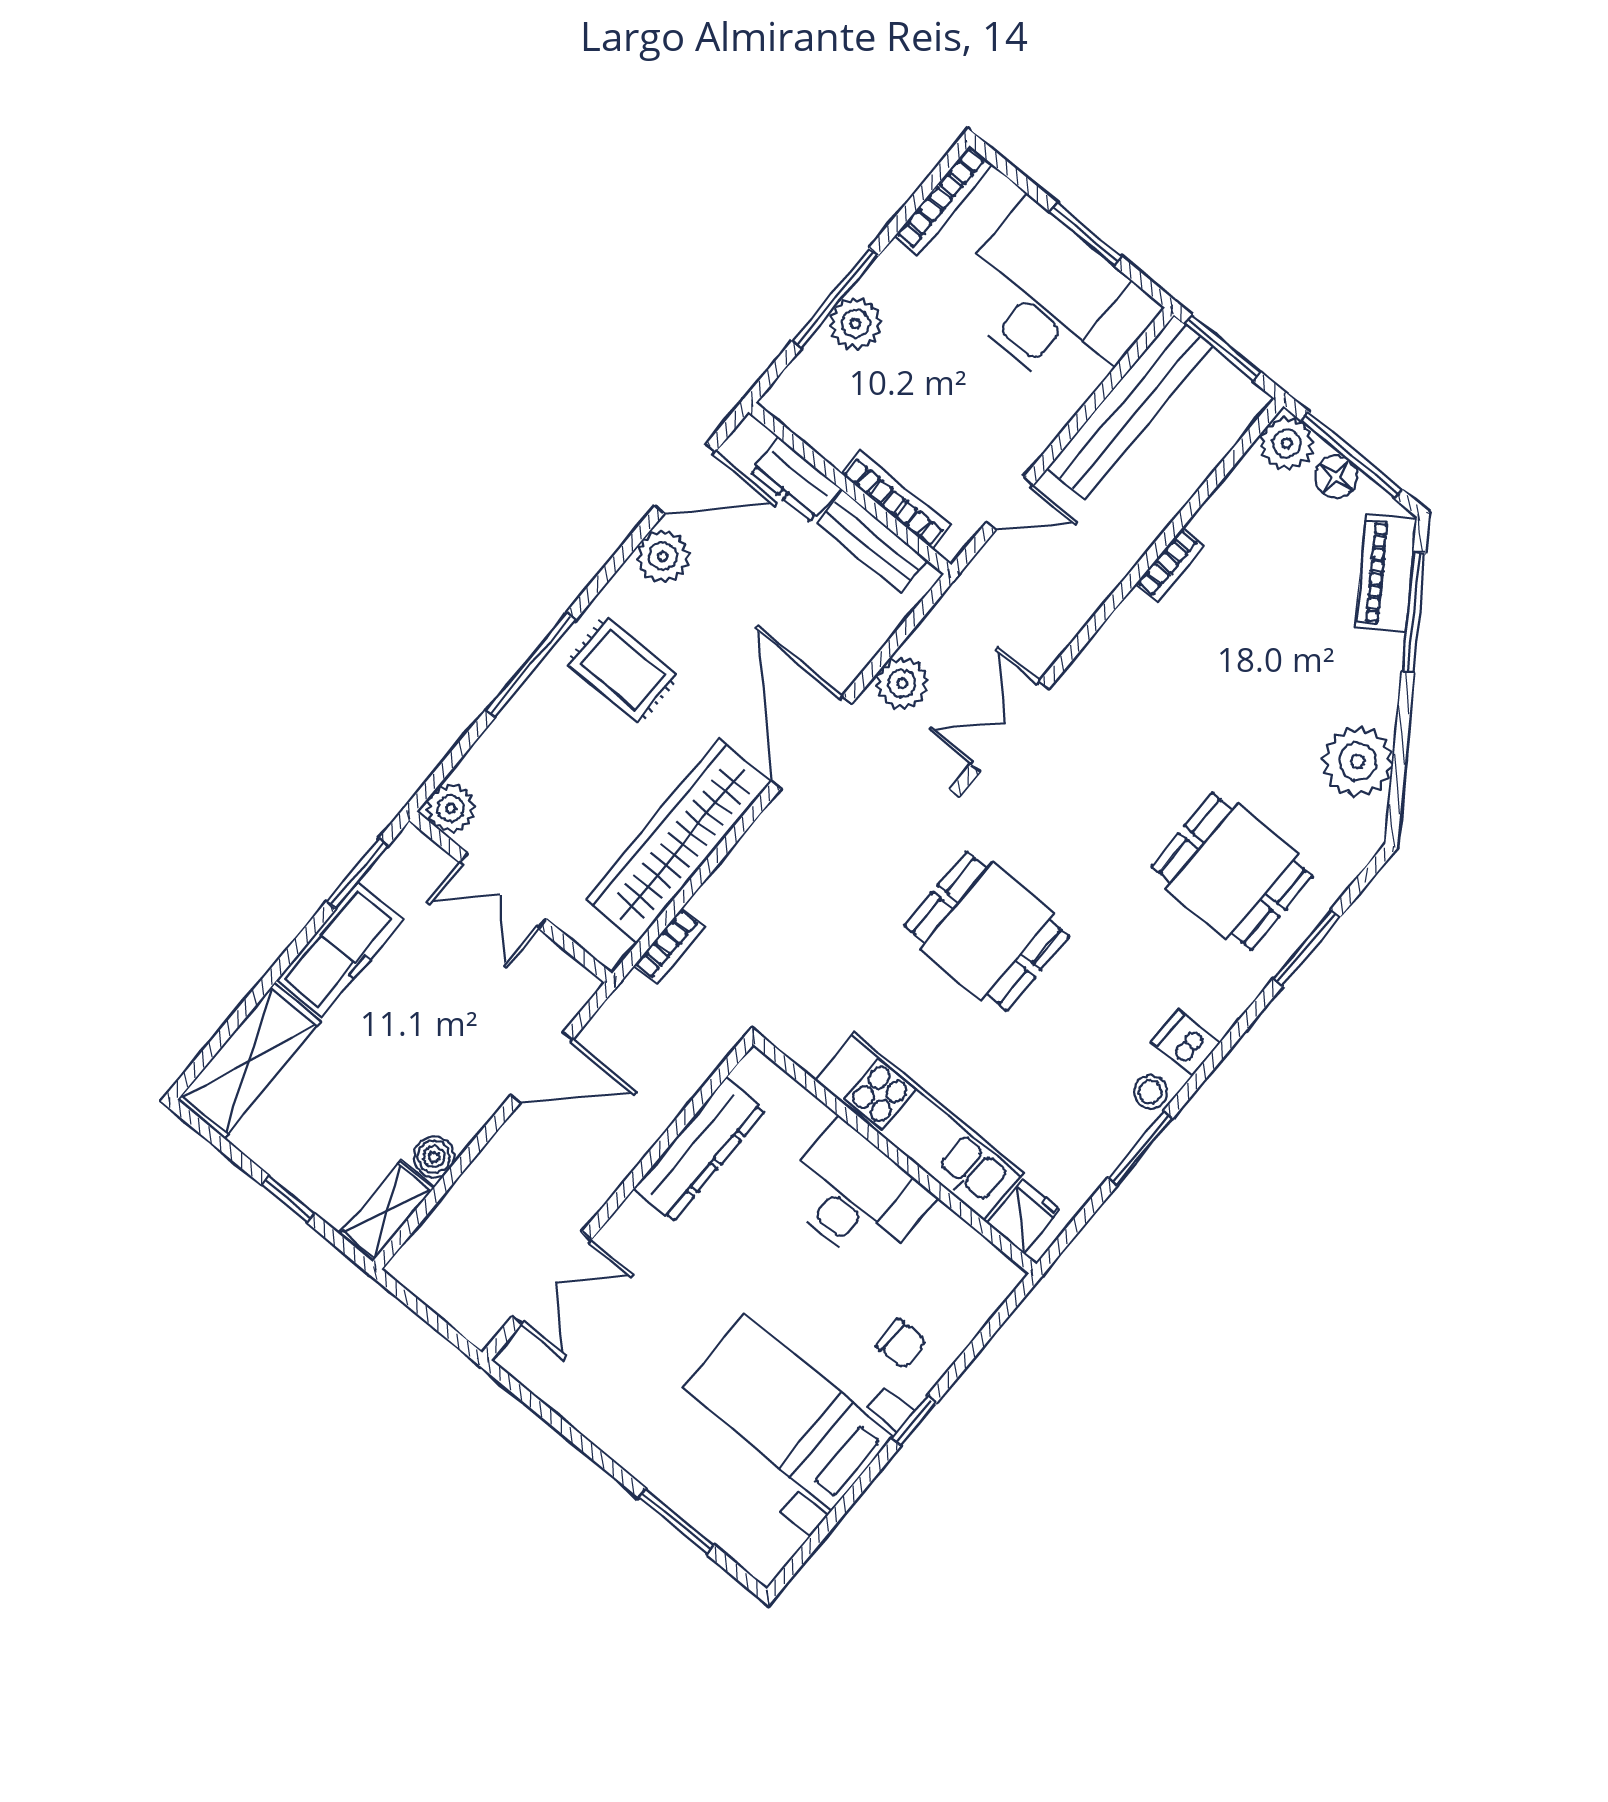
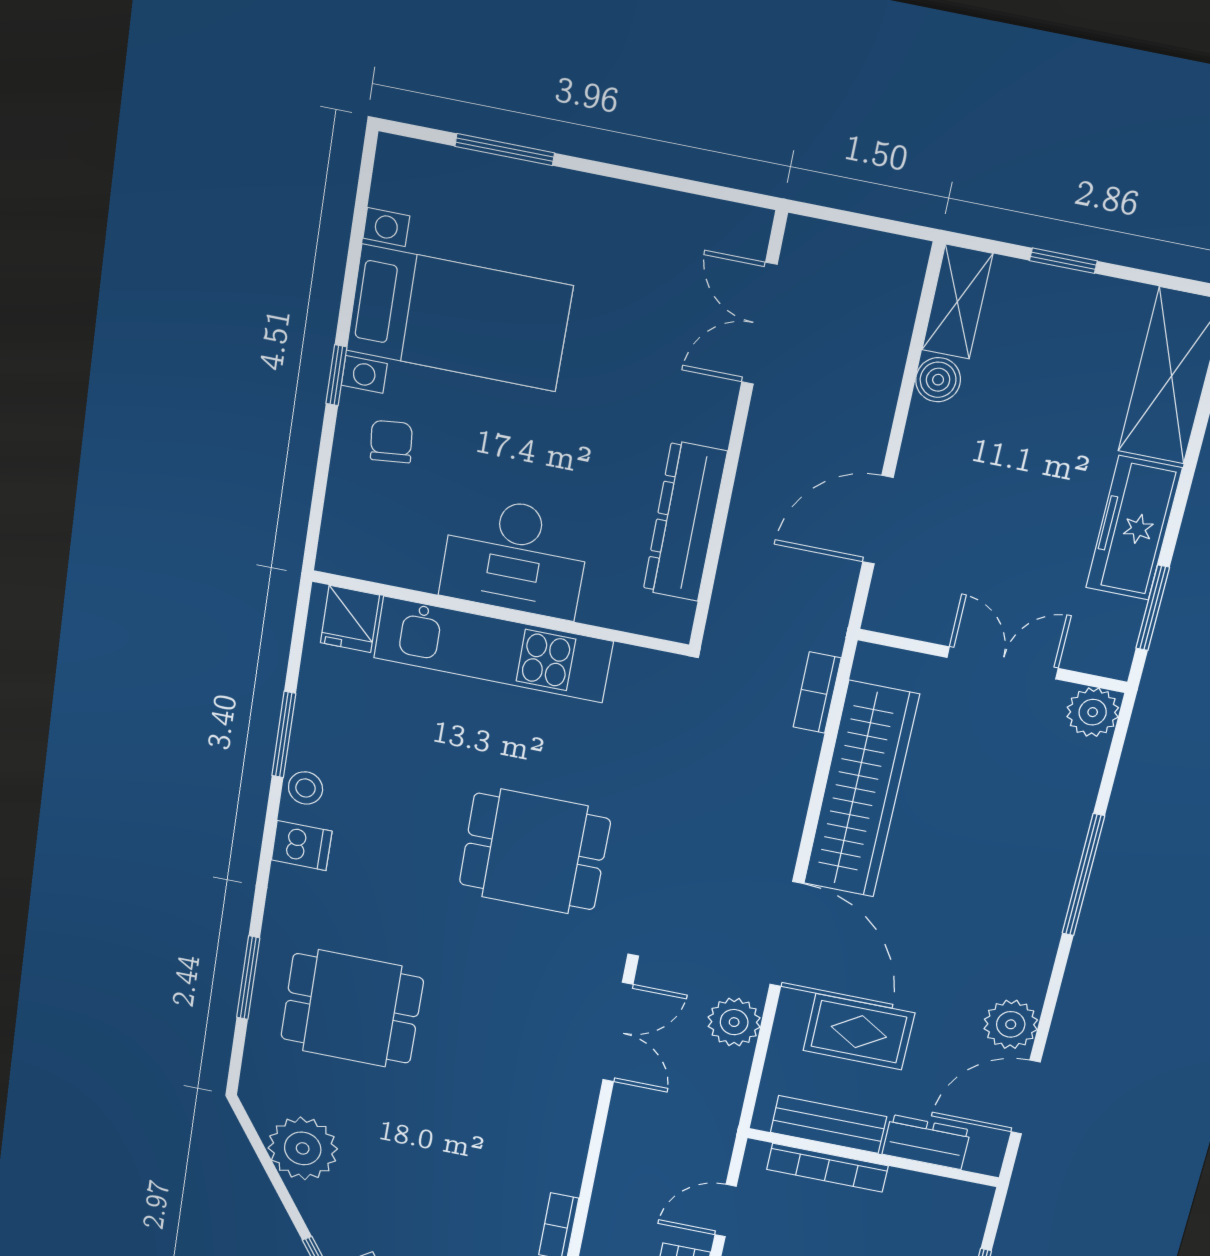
rug: (623, 670) -> (859, 1032), moved
chair: (901, 1344) -> (391, 442), turned 84

